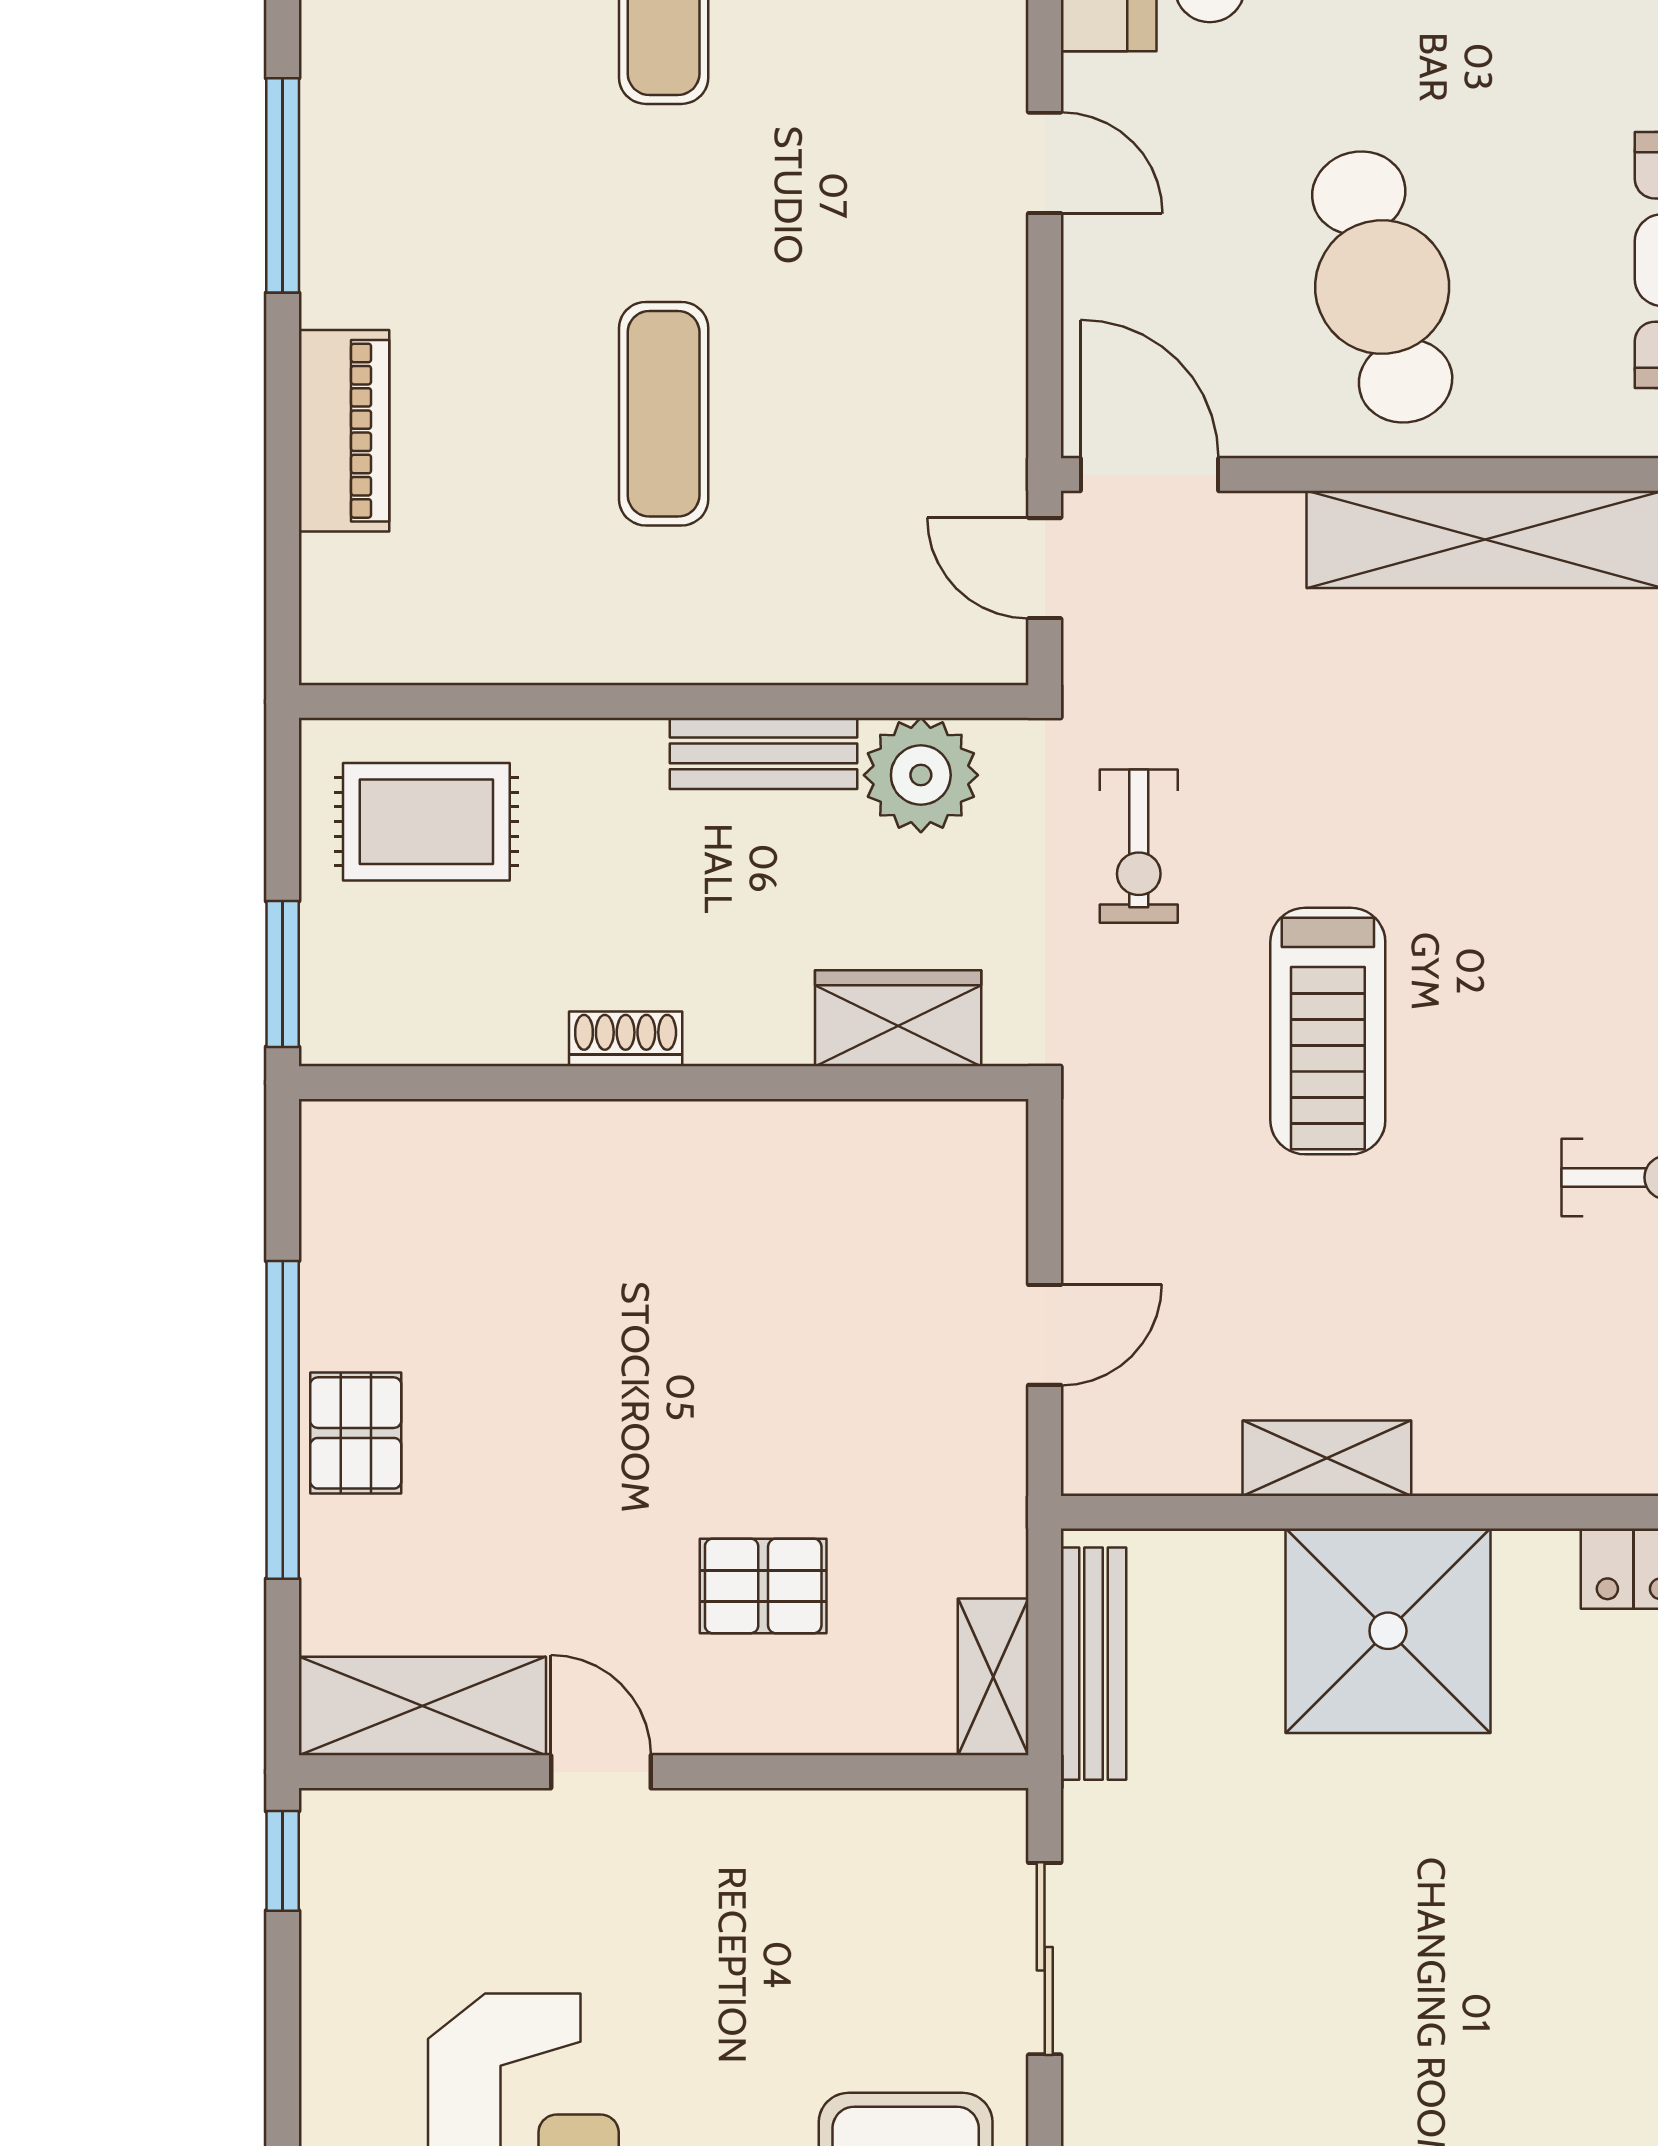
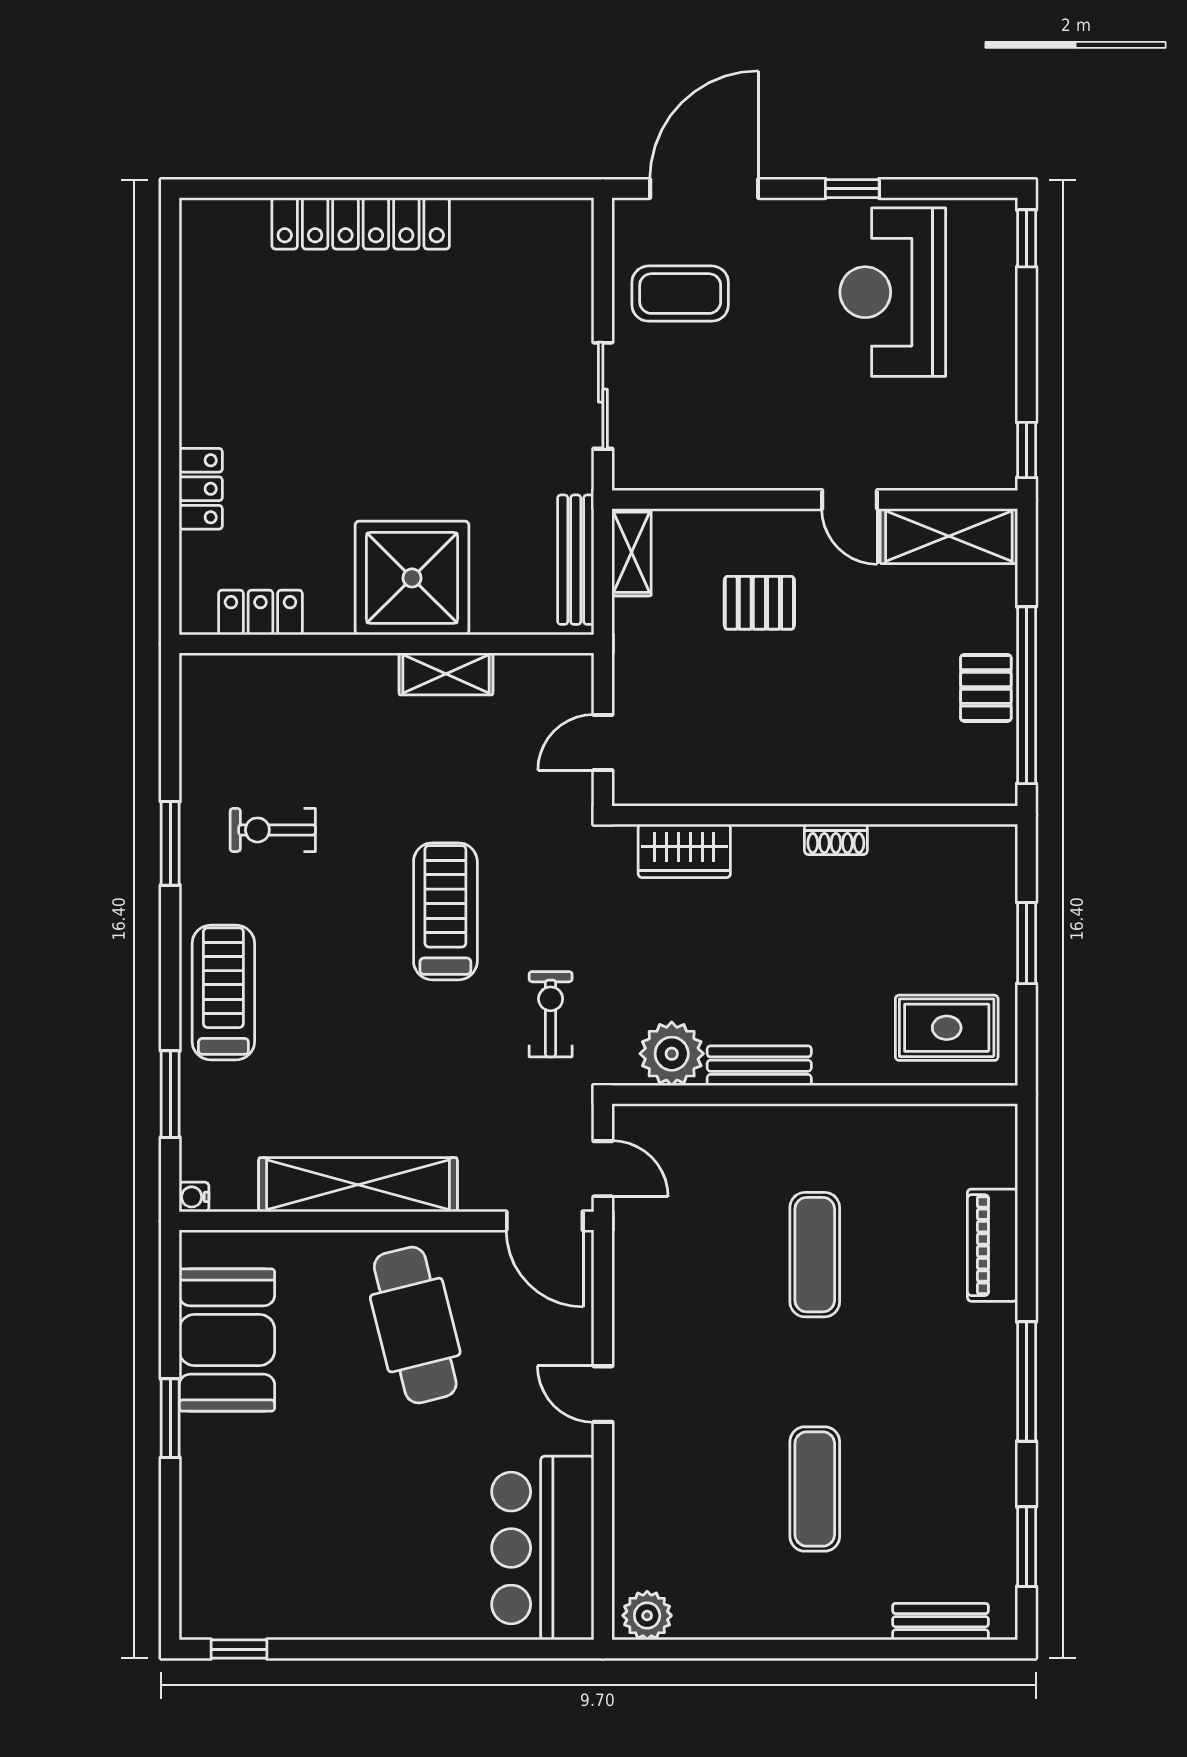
wardrobe: (898, 1018) -> (684, 851), moved
shoe rack: (626, 1039) -> (836, 839), moved
wall: (664, 1083) -> (815, 815), moved

